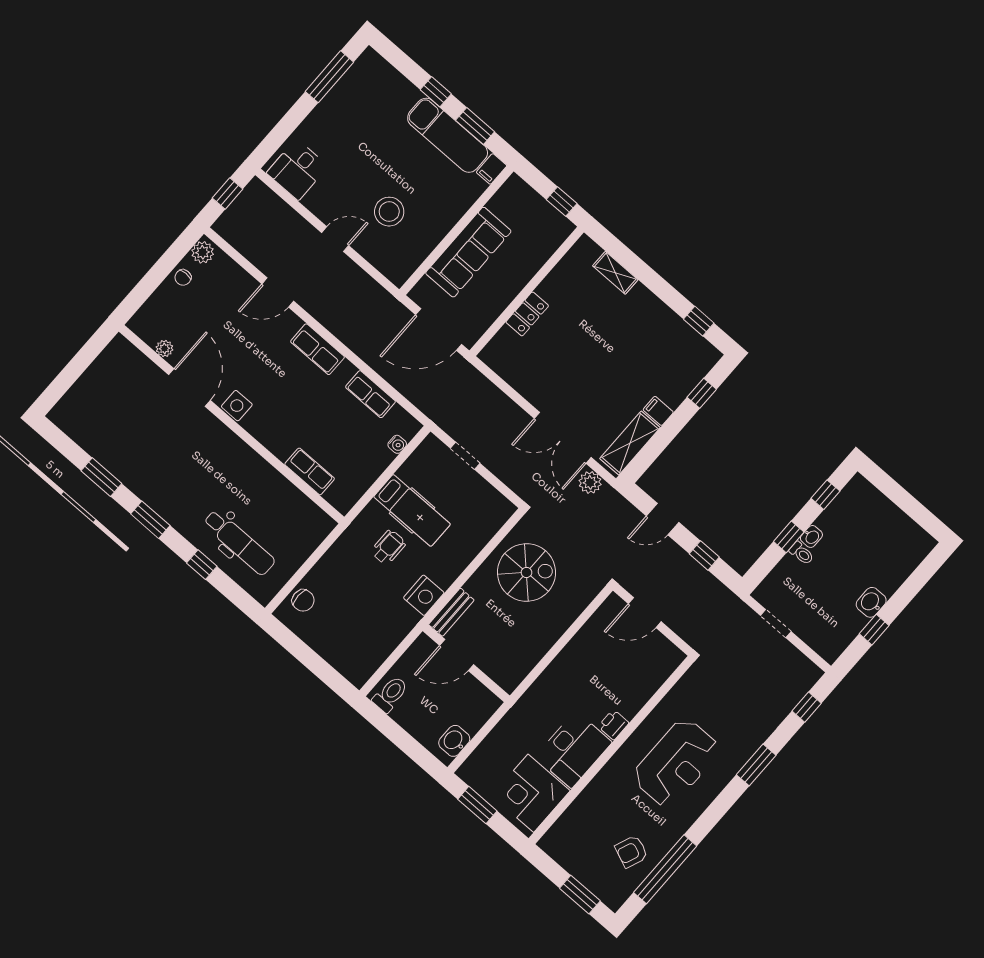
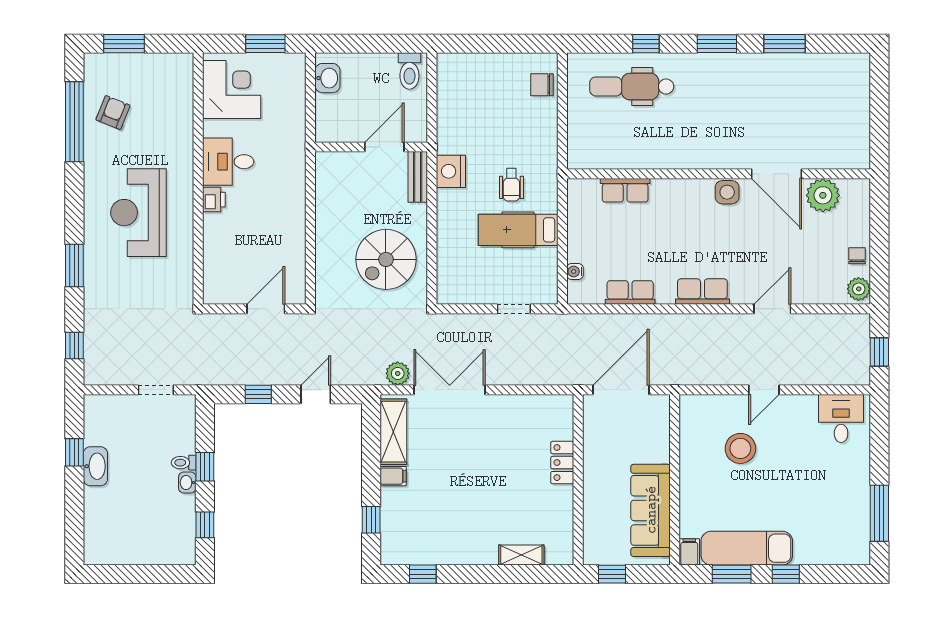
sofa: (468, 252) -> (651, 510), moved
plant: (164, 348) -> (823, 195), width x1.87, depth x1.87
washbasin: (871, 602) -> (95, 466), width x1.38
desk: (573, 749) -> (228, 162), width x0.73

